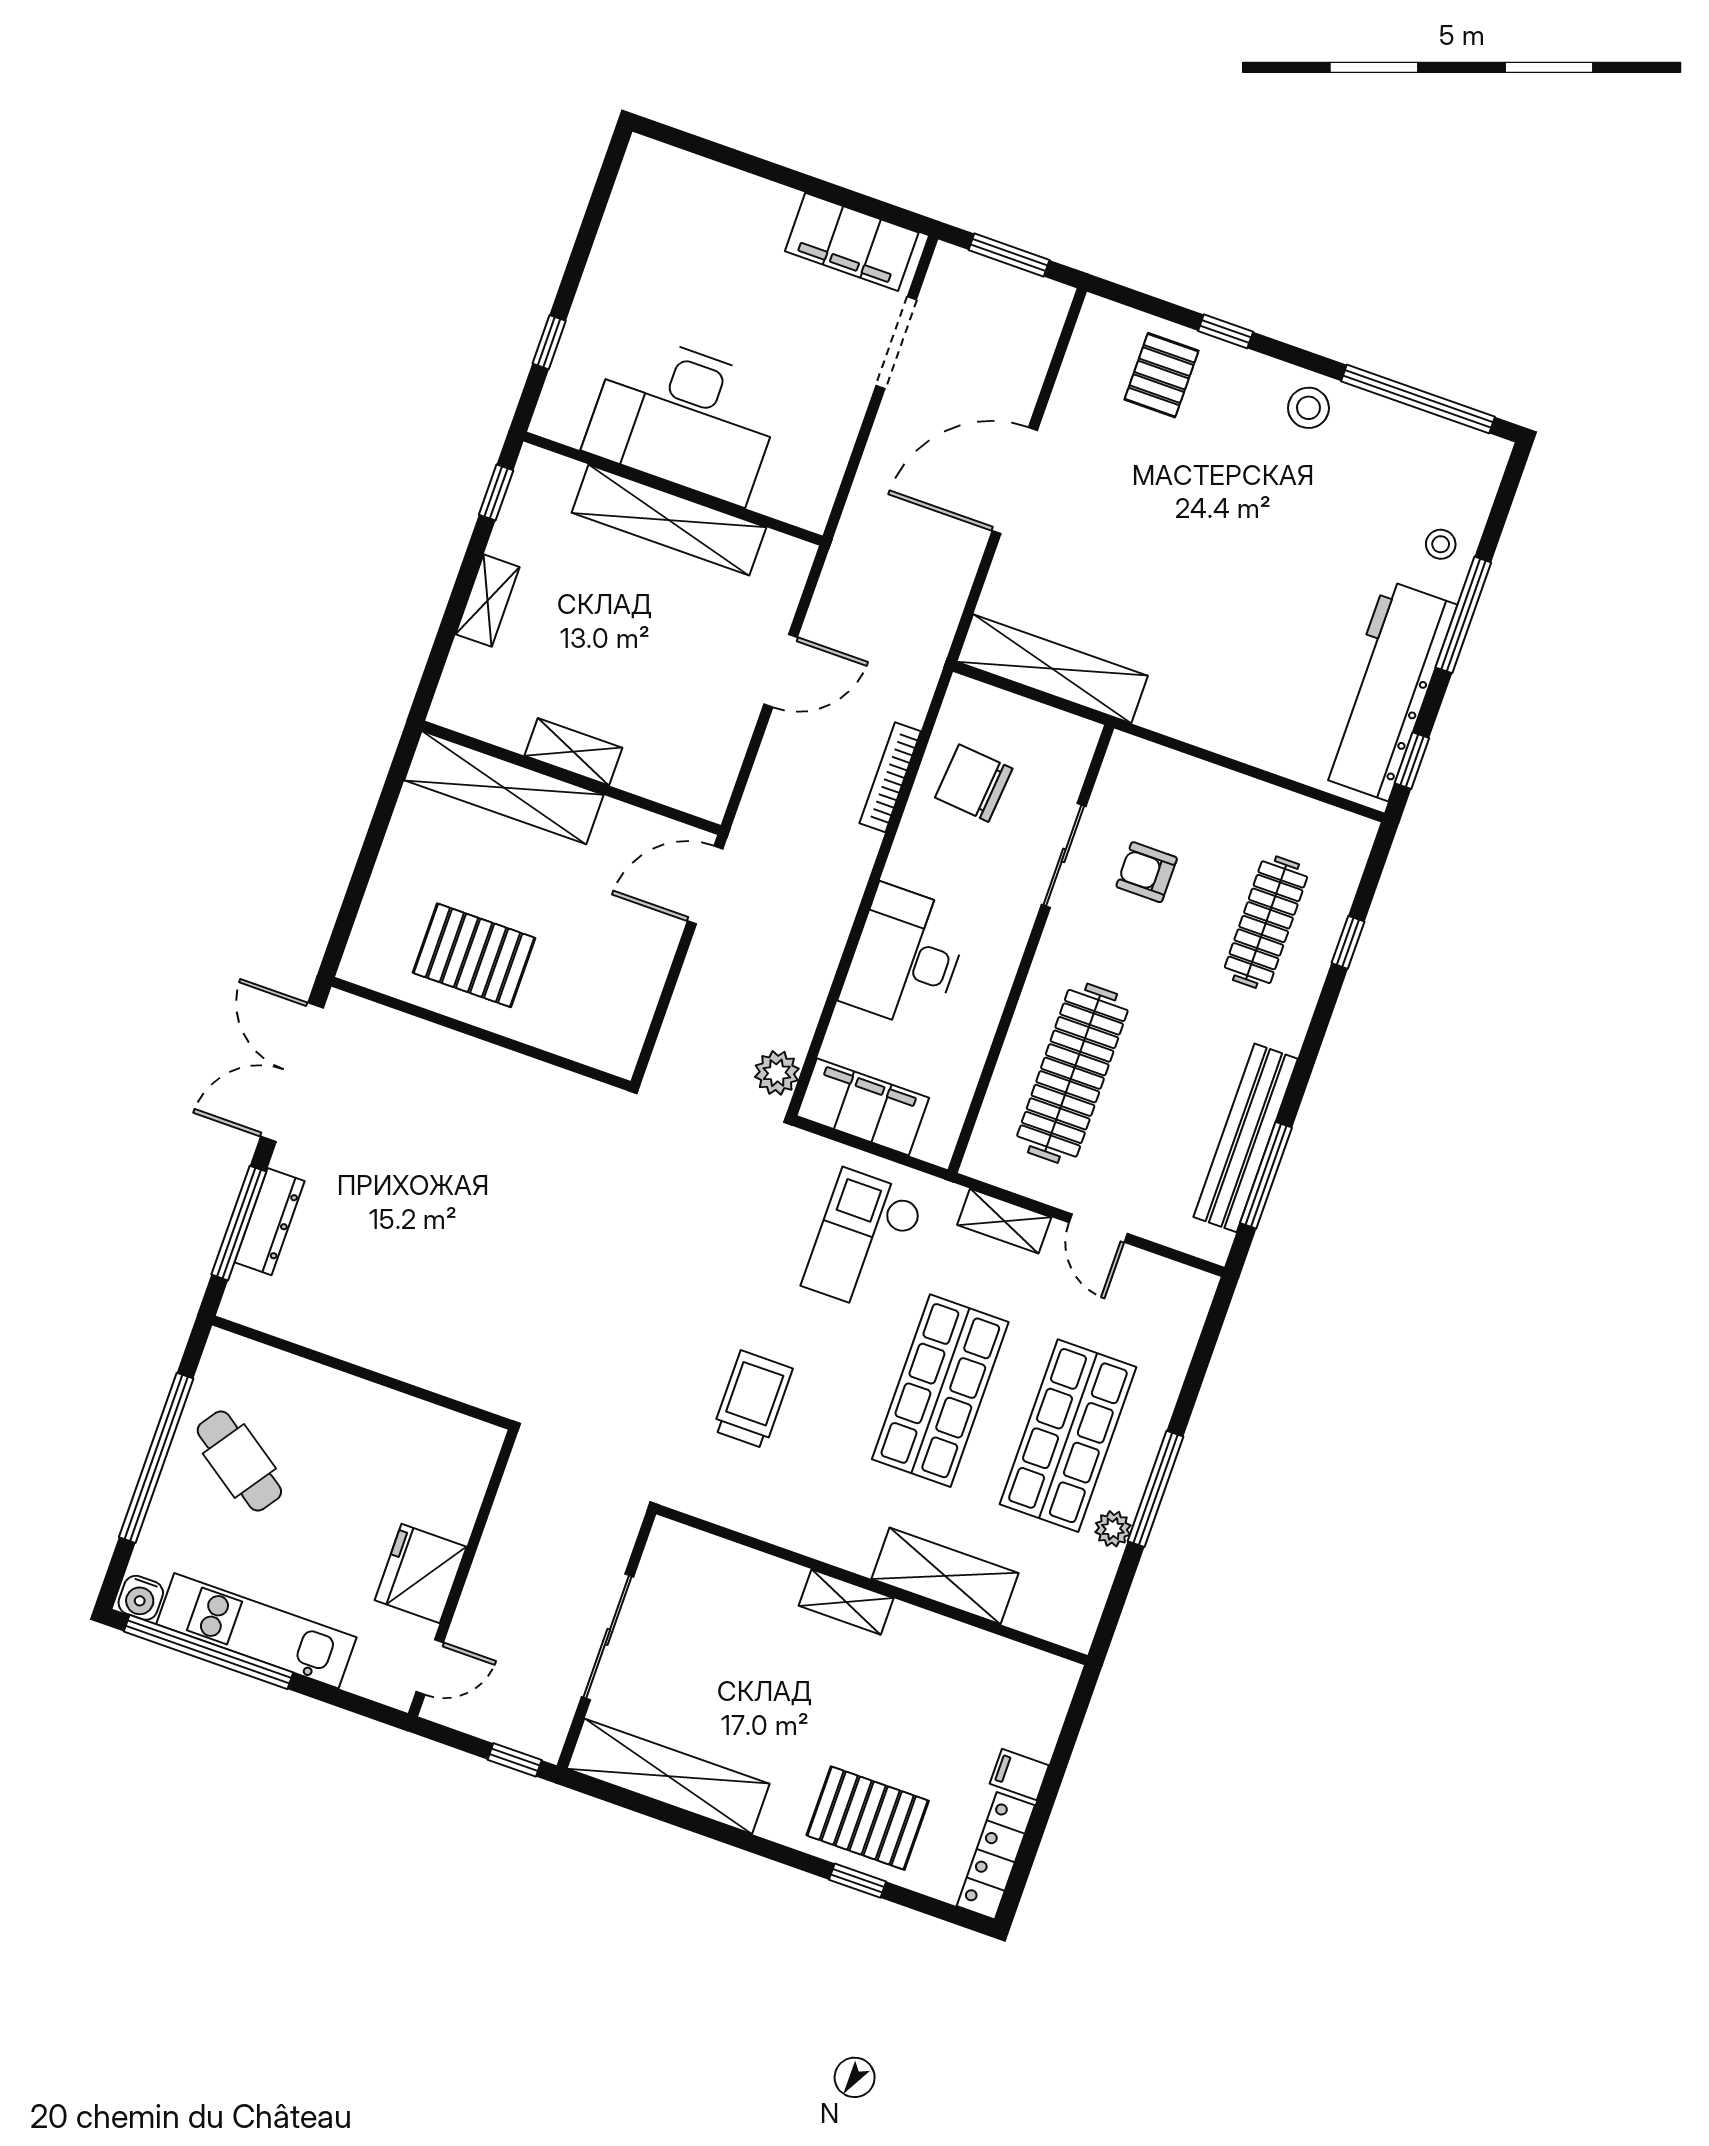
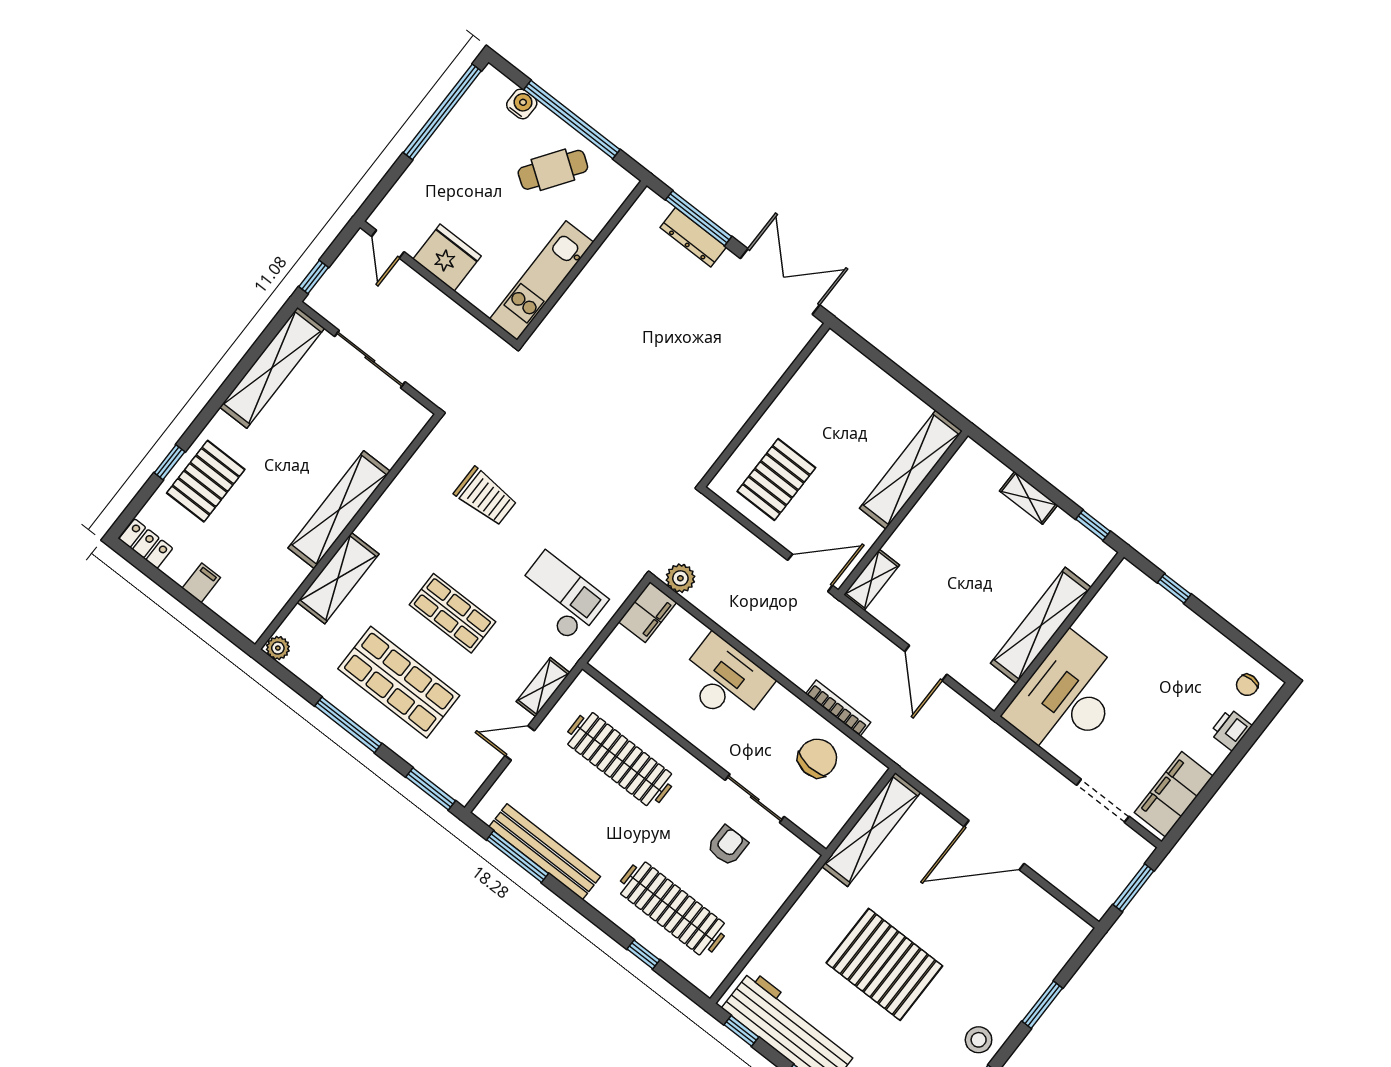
chair: (655, 187) -> (1247, 685), added
printer: (728, 190) -> (1231, 729), added
window: (1226, 331) -> (1042, 1005), width x1.50
pallet: (1162, 375) -> (884, 964), moved, width x2.05, depth x2.00
desk: (684, 418) -> (1068, 698), moved
door: (1015, 481) -> (994, 845), swing flipped
shelving: (573, 752) -> (872, 580), moved
door: (705, 885) -> (810, 573), hinge flipped
clothes rail: (1266, 922) -> (672, 908), width x1.37, depth x1.31
pallet: (474, 955) -> (776, 480), moved
filing cabinet: (863, 1107) -> (648, 612), width x0.67, depth x0.86
window: (1209, 1336) -> (431, 789), added
shop shelf: (940, 1391) -> (452, 613), width x0.70, depth x0.74
plant: (1113, 1529) -> (278, 648), moved
water cooler: (141, 1598) -> (522, 104), moved, turned 90
shelving: (846, 1602) -> (339, 510), width x2.20, depth x1.33
kitchen unit: (256, 1631) -> (542, 281), moved, turned 180
locker: (996, 1856) -> (146, 544), width x0.66

